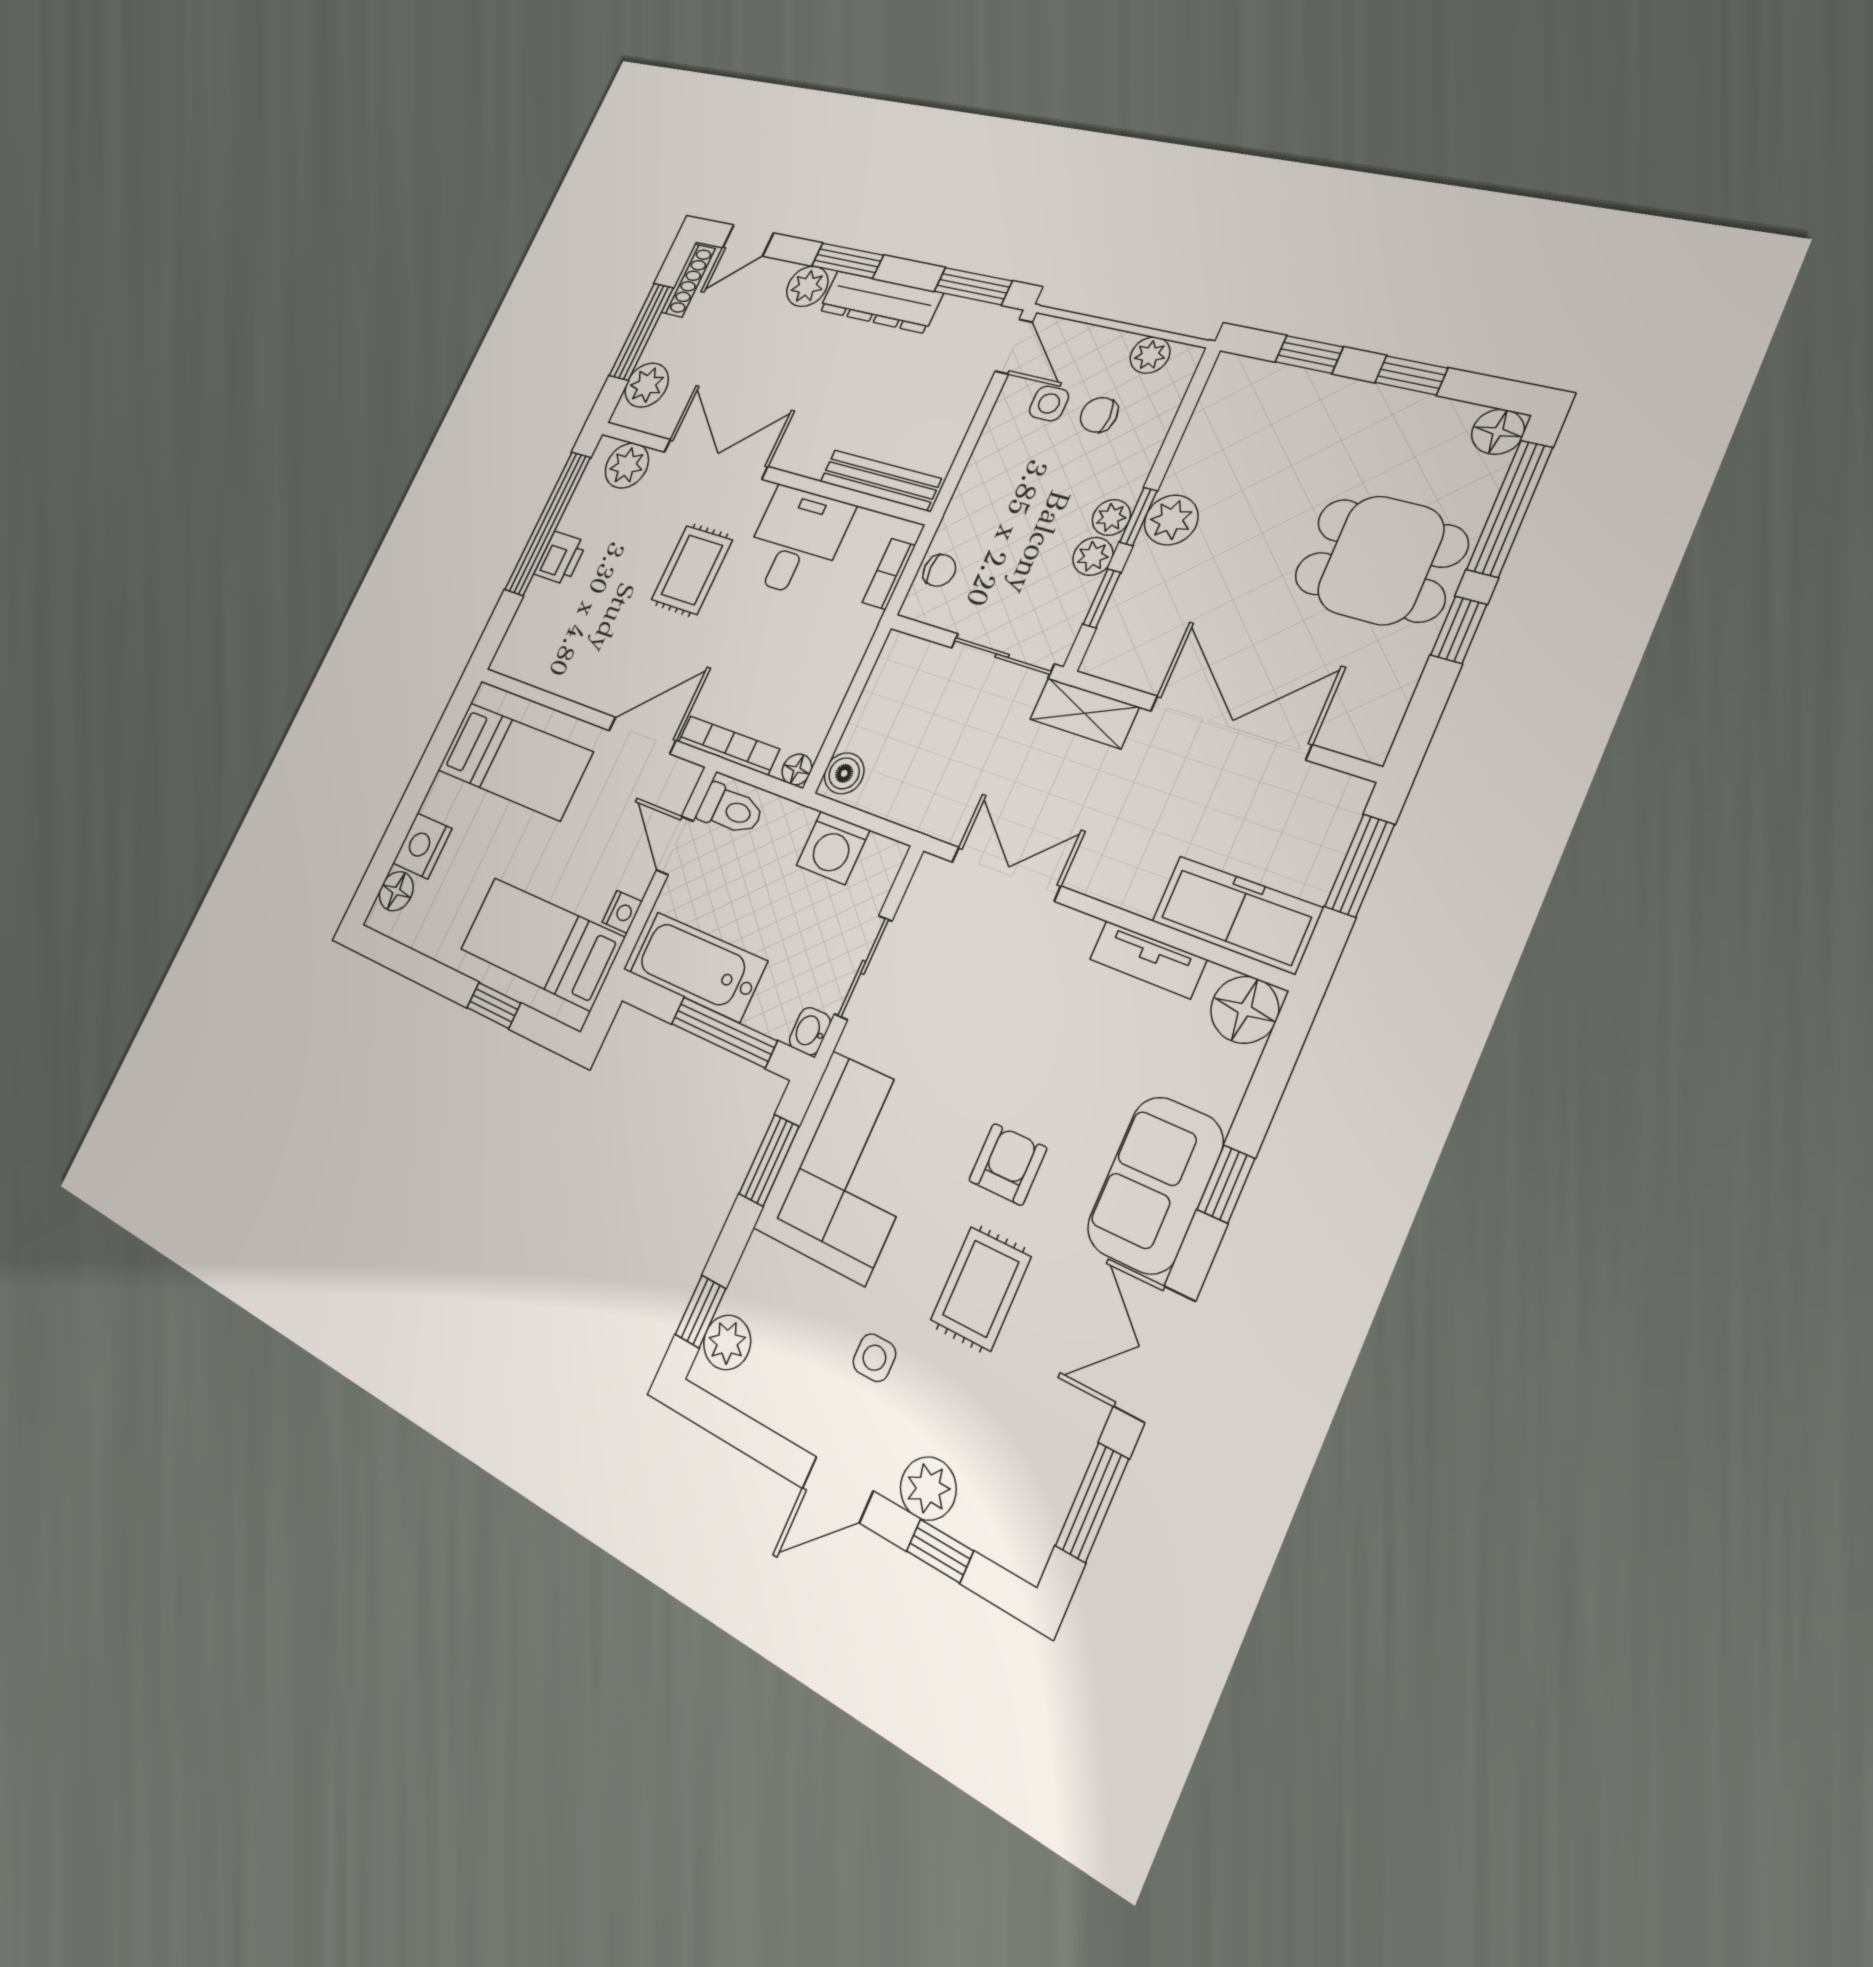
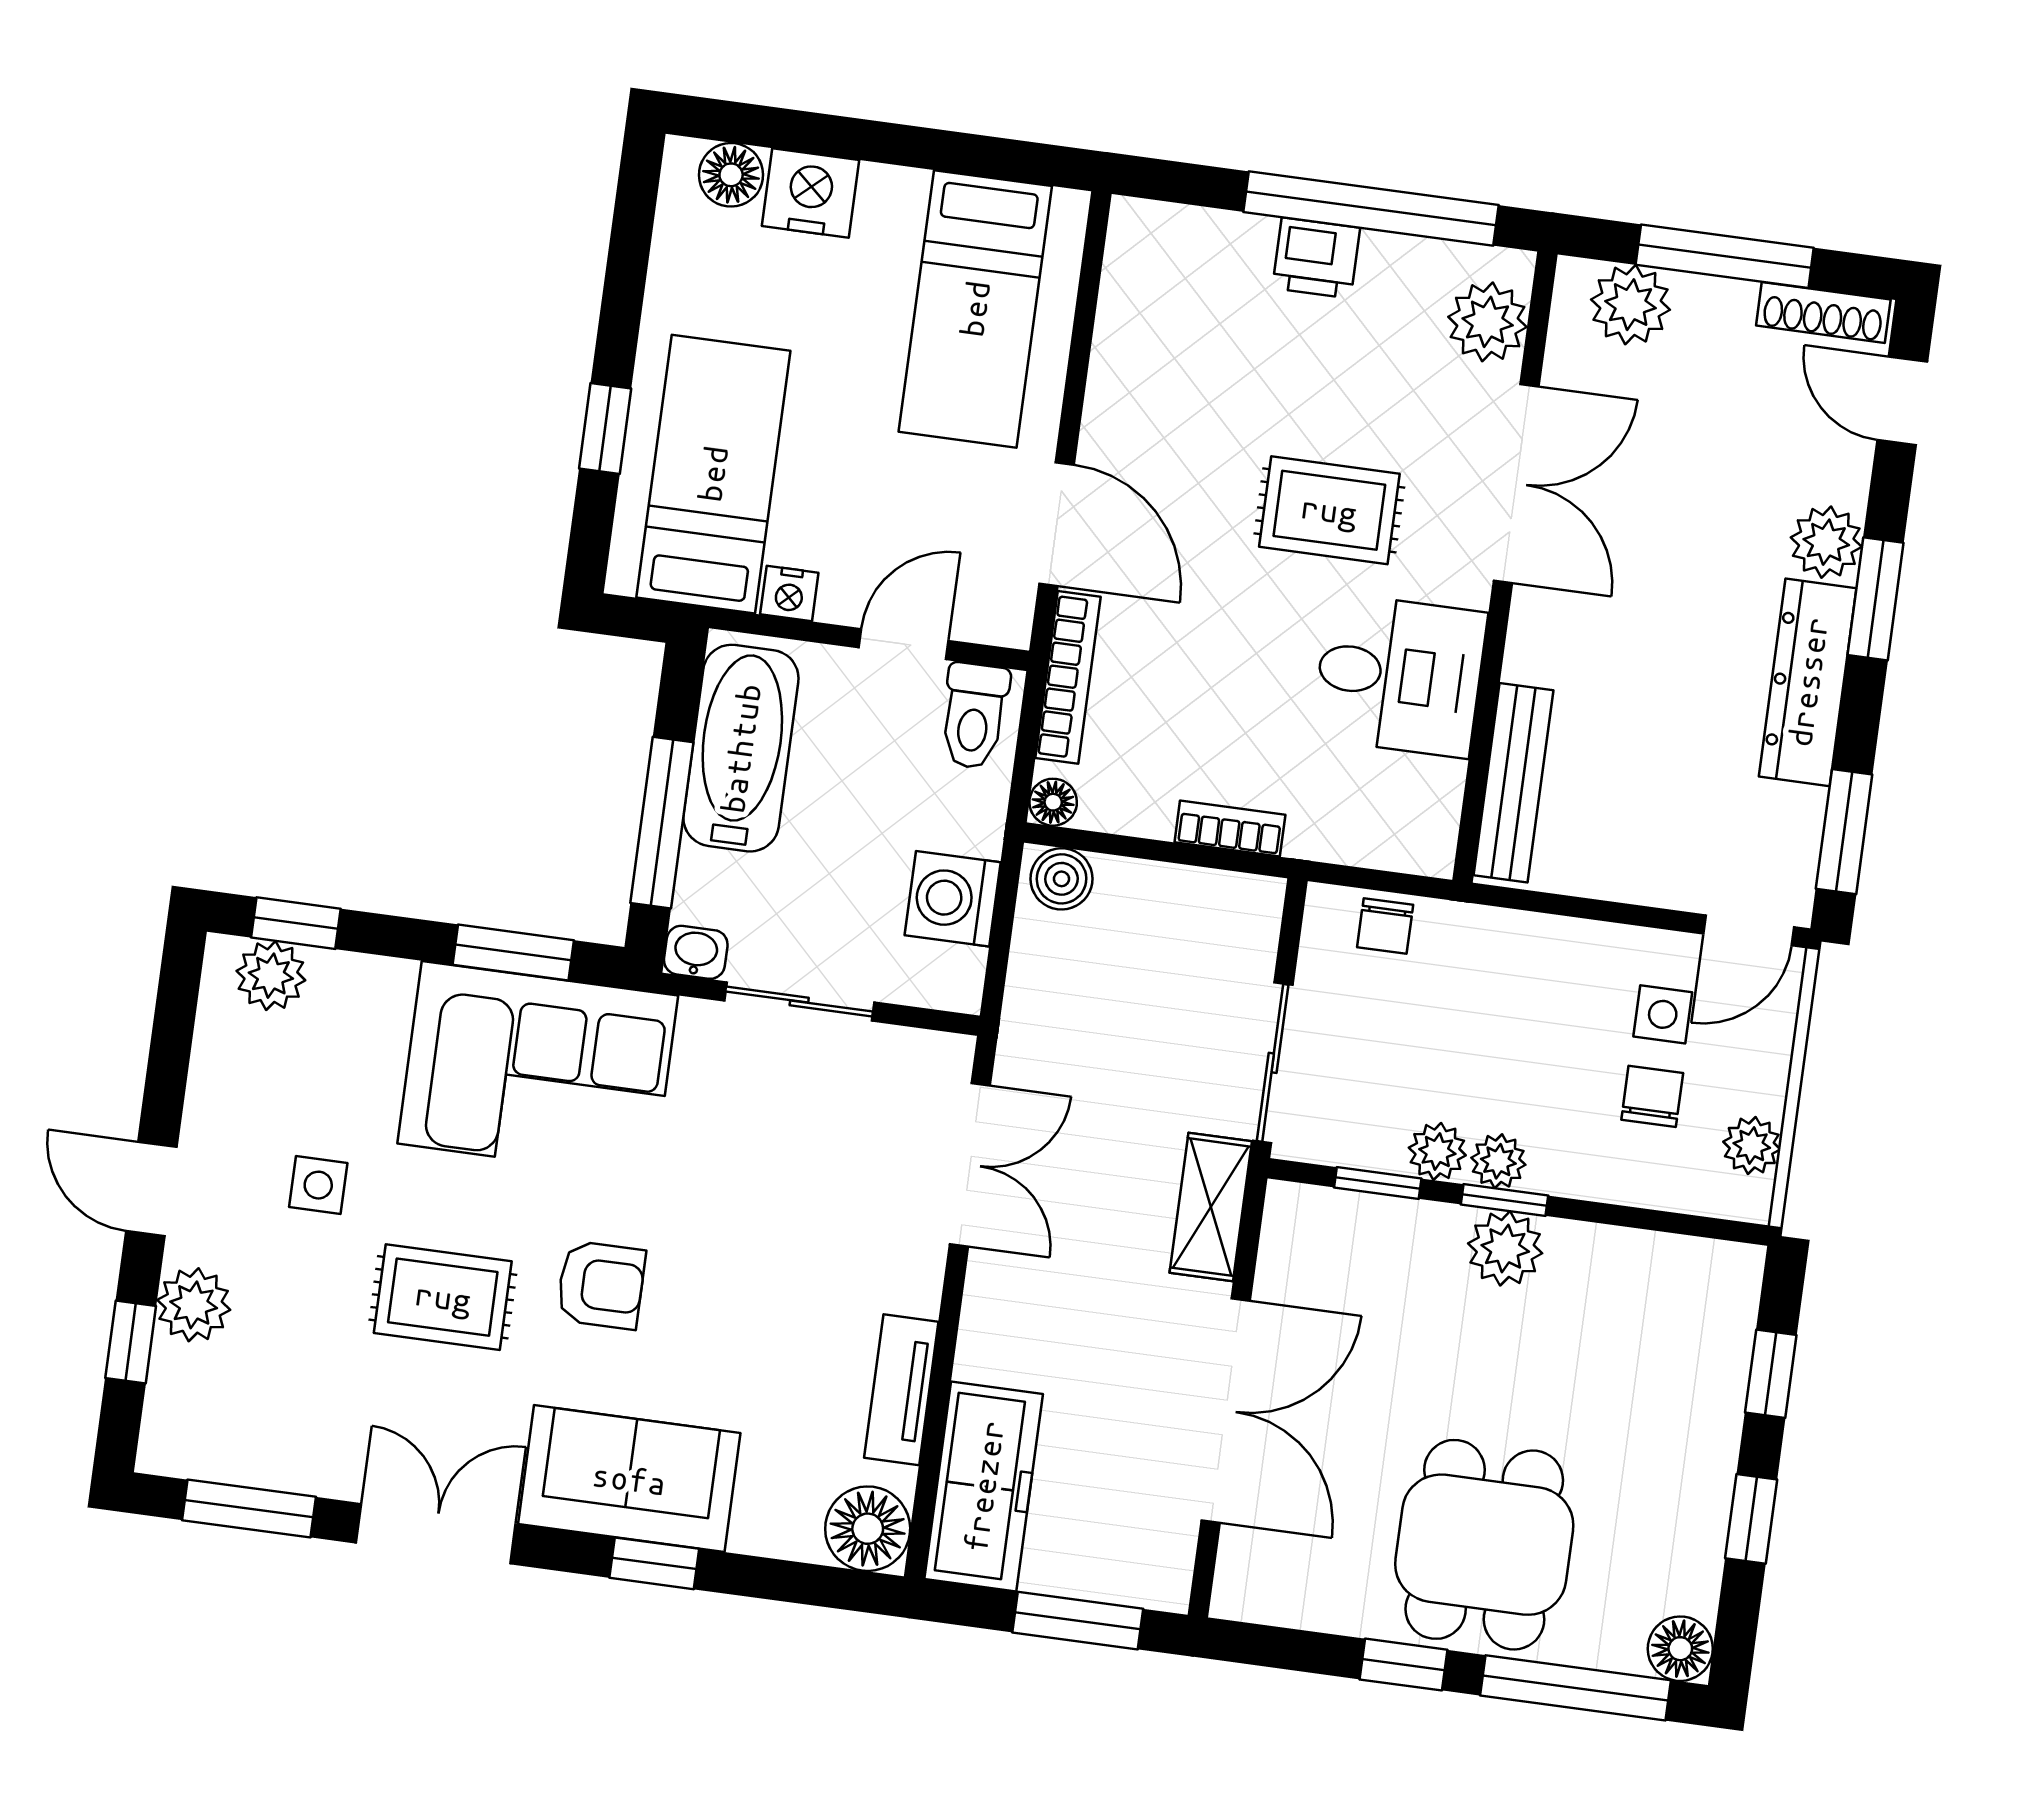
bookcase: (889, 574) -> (1230, 828), moved

